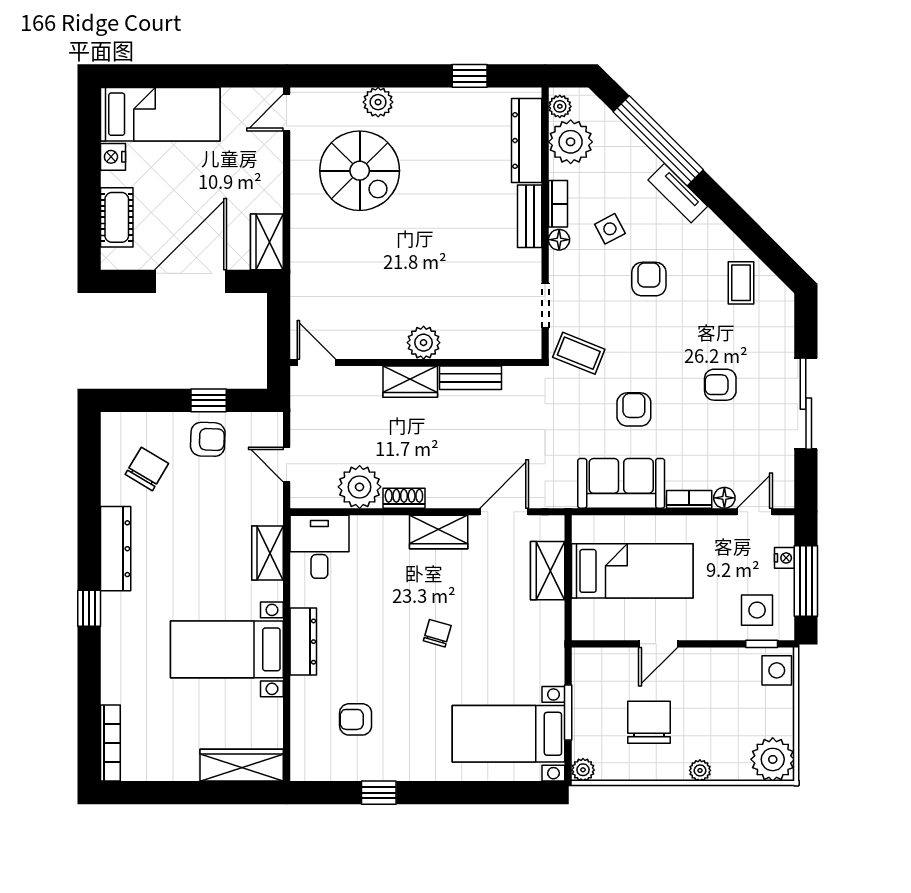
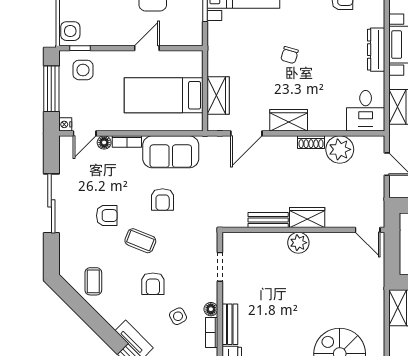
coffee table: (579, 353) -> (140, 241), moved
nightstand: (785, 558) -> (65, 124), moved

